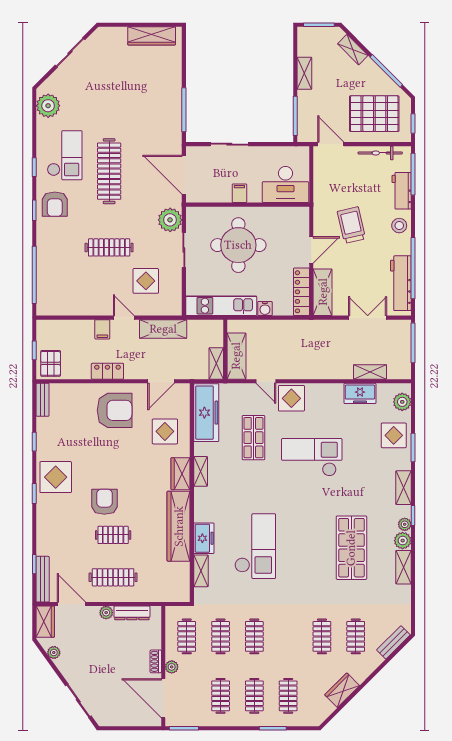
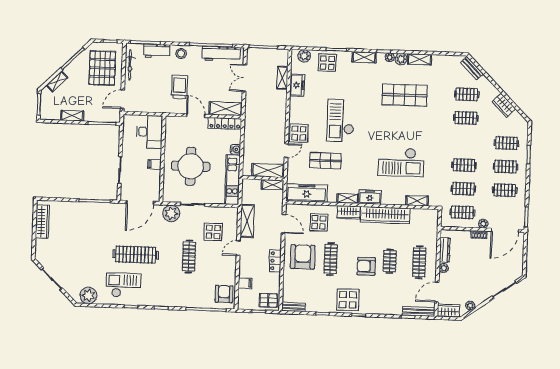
armchair: (55, 204) -> (224, 294), moved, turned -90
trolley: (351, 225) -> (179, 87), turned 103
filing cabinet: (102, 329) -> (245, 283), moved
clothes rail: (113, 450) -> (331, 259), added
freezer: (204, 538) -> (370, 197), moved
checkout: (255, 546) -> (401, 162), turned 180

